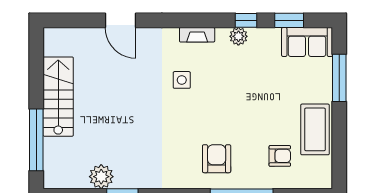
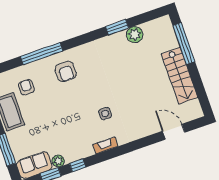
door: (120, 20) -> (174, 132), moved
plant: (238, 36) -> (58, 161), moved
armchair: (280, 156) -> (26, 87), turned 90

